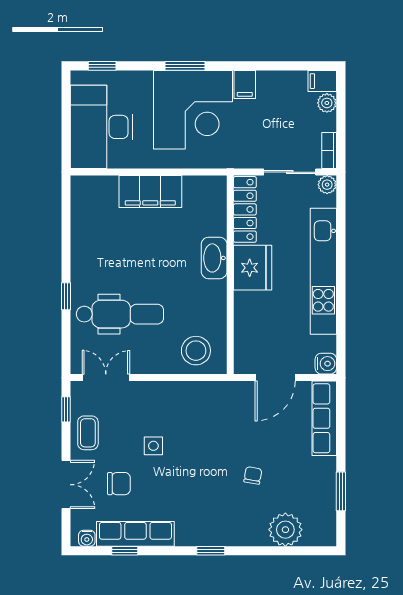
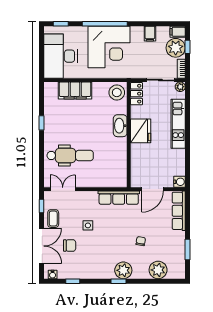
window: (185, 66) -> (105, 24), width x2.11
filing cabinet: (245, 84) -> (150, 34), moved
plant: (327, 103) -> (176, 48), width x1.88, depth x1.88
window: (341, 110) -> (187, 47), added
filing cabinet: (150, 192) -> (75, 90), moved
locker: (245, 209) -> (136, 94), width x0.66
kitchen unit: (323, 271) -> (178, 124), width x0.73
window: (66, 296) -> (42, 123), moved
stool: (196, 351) -> (117, 92), moved
double door: (66, 485) -> (42, 246), width x1.37
plant: (220, 530) -> (123, 270), added
row of seats: (135, 534) -> (119, 198), moved, turned 180

